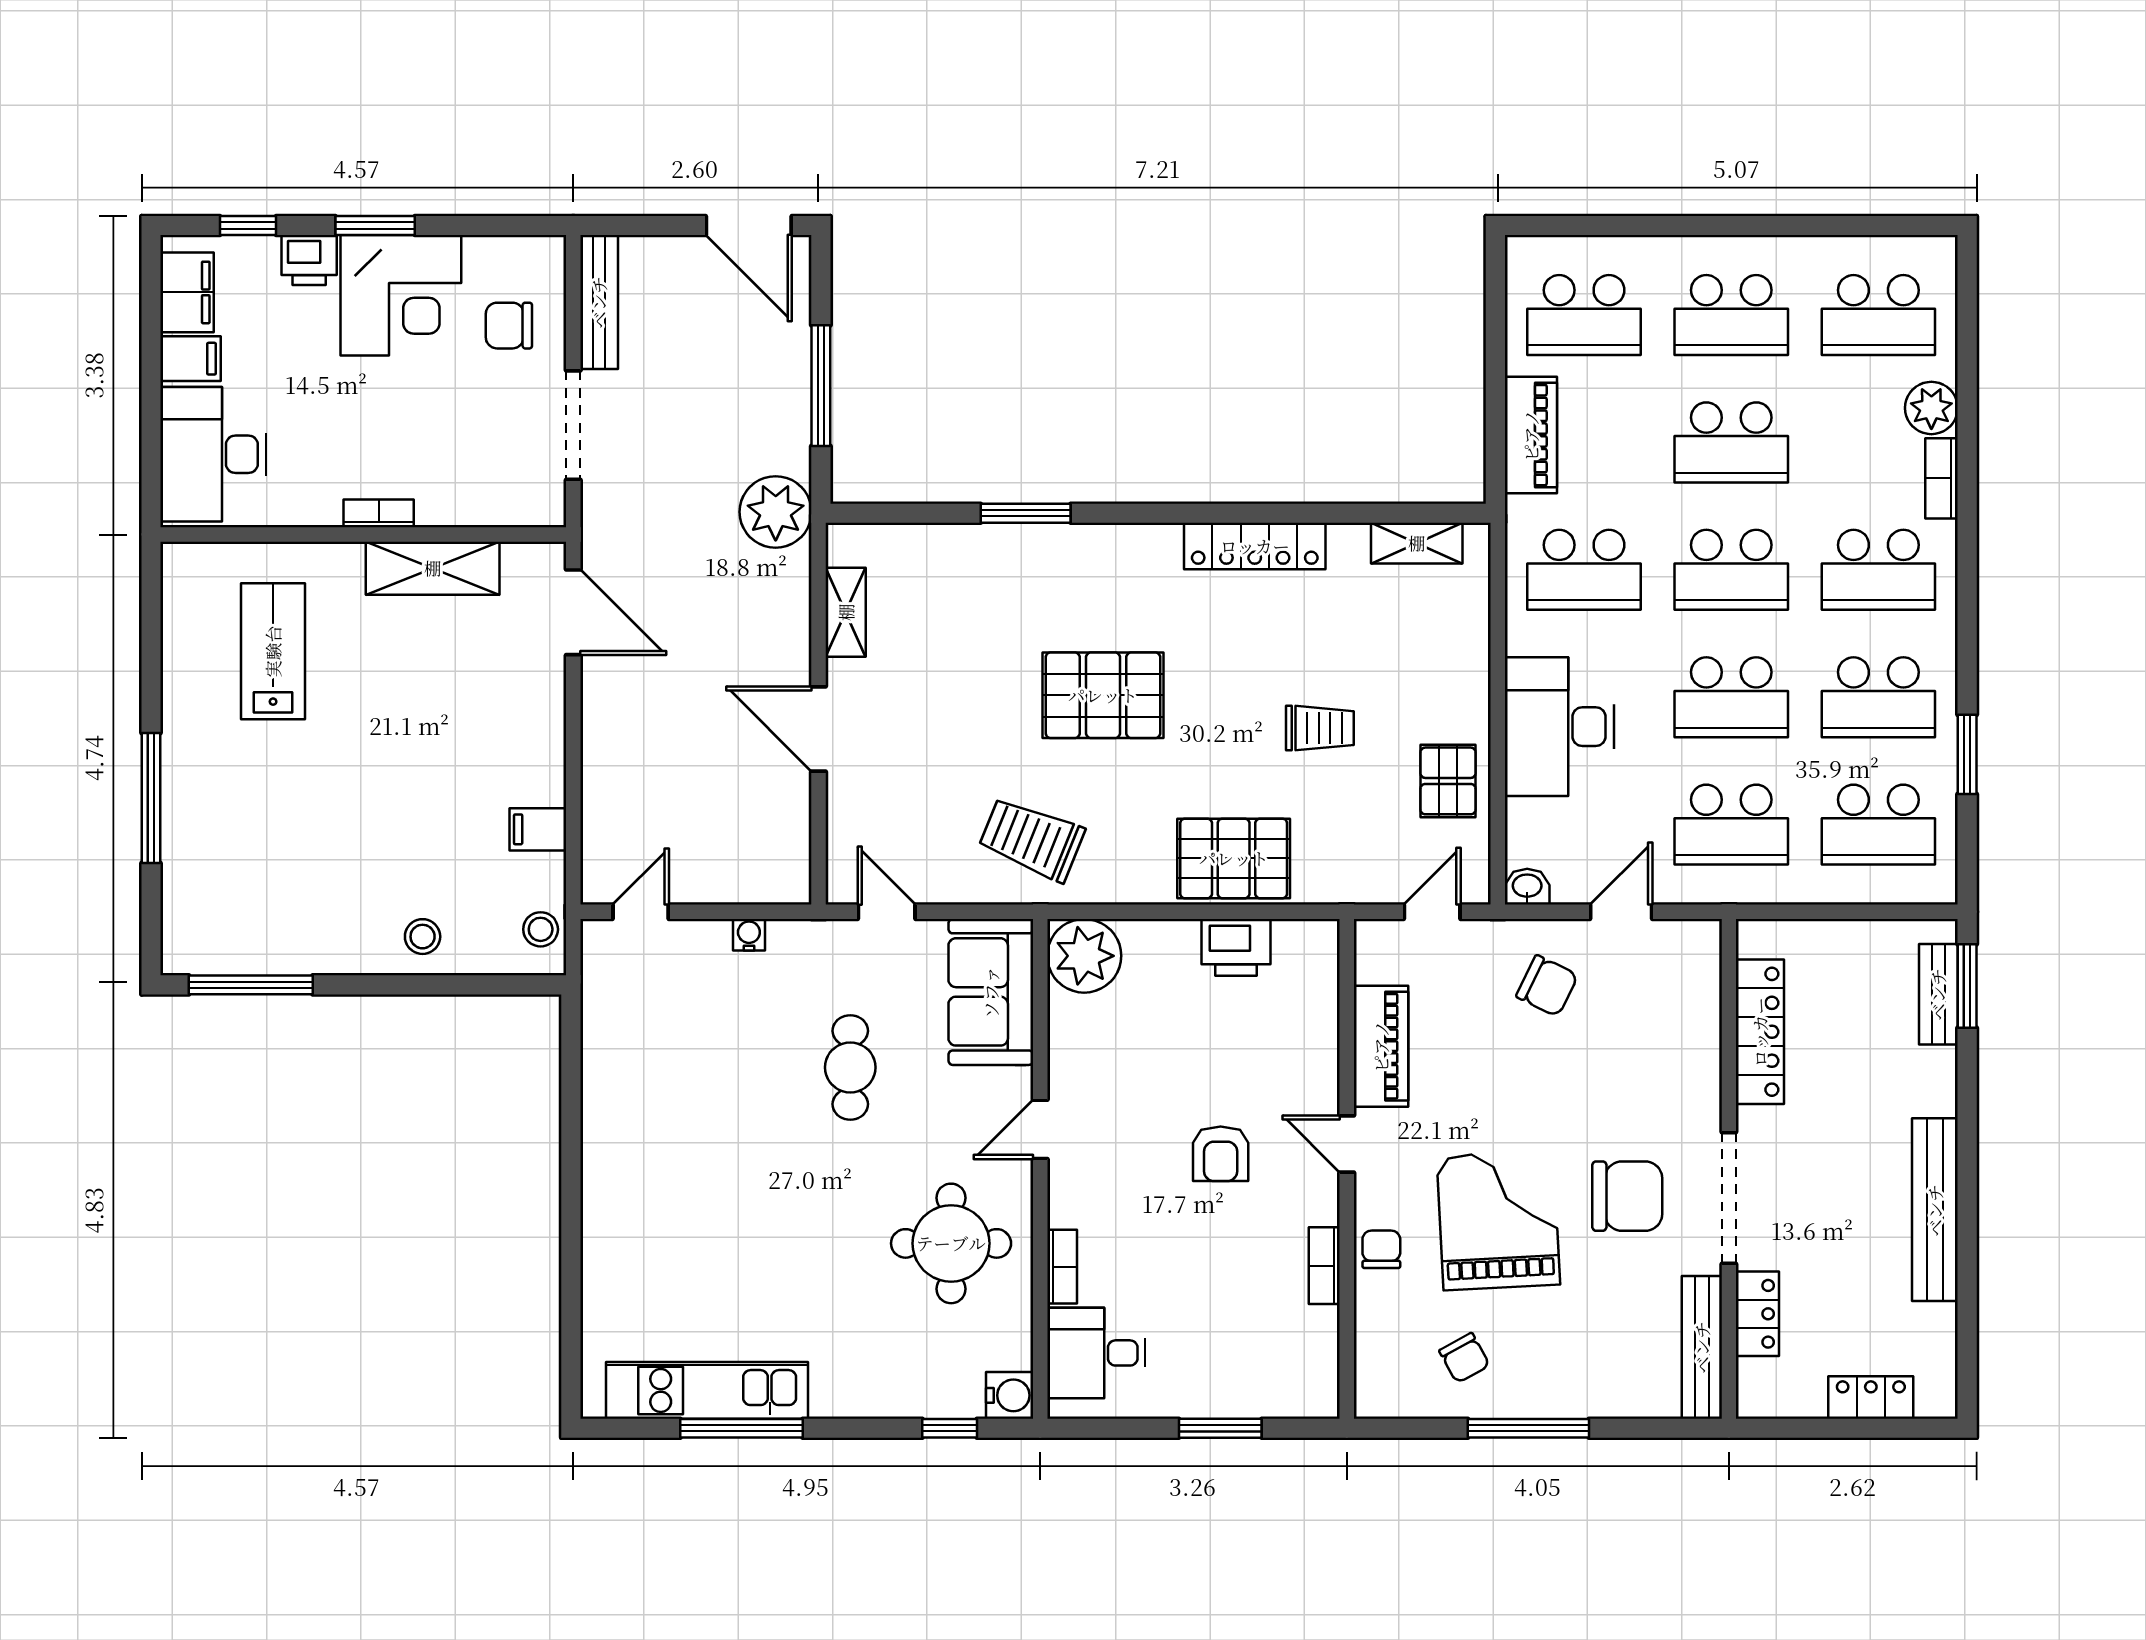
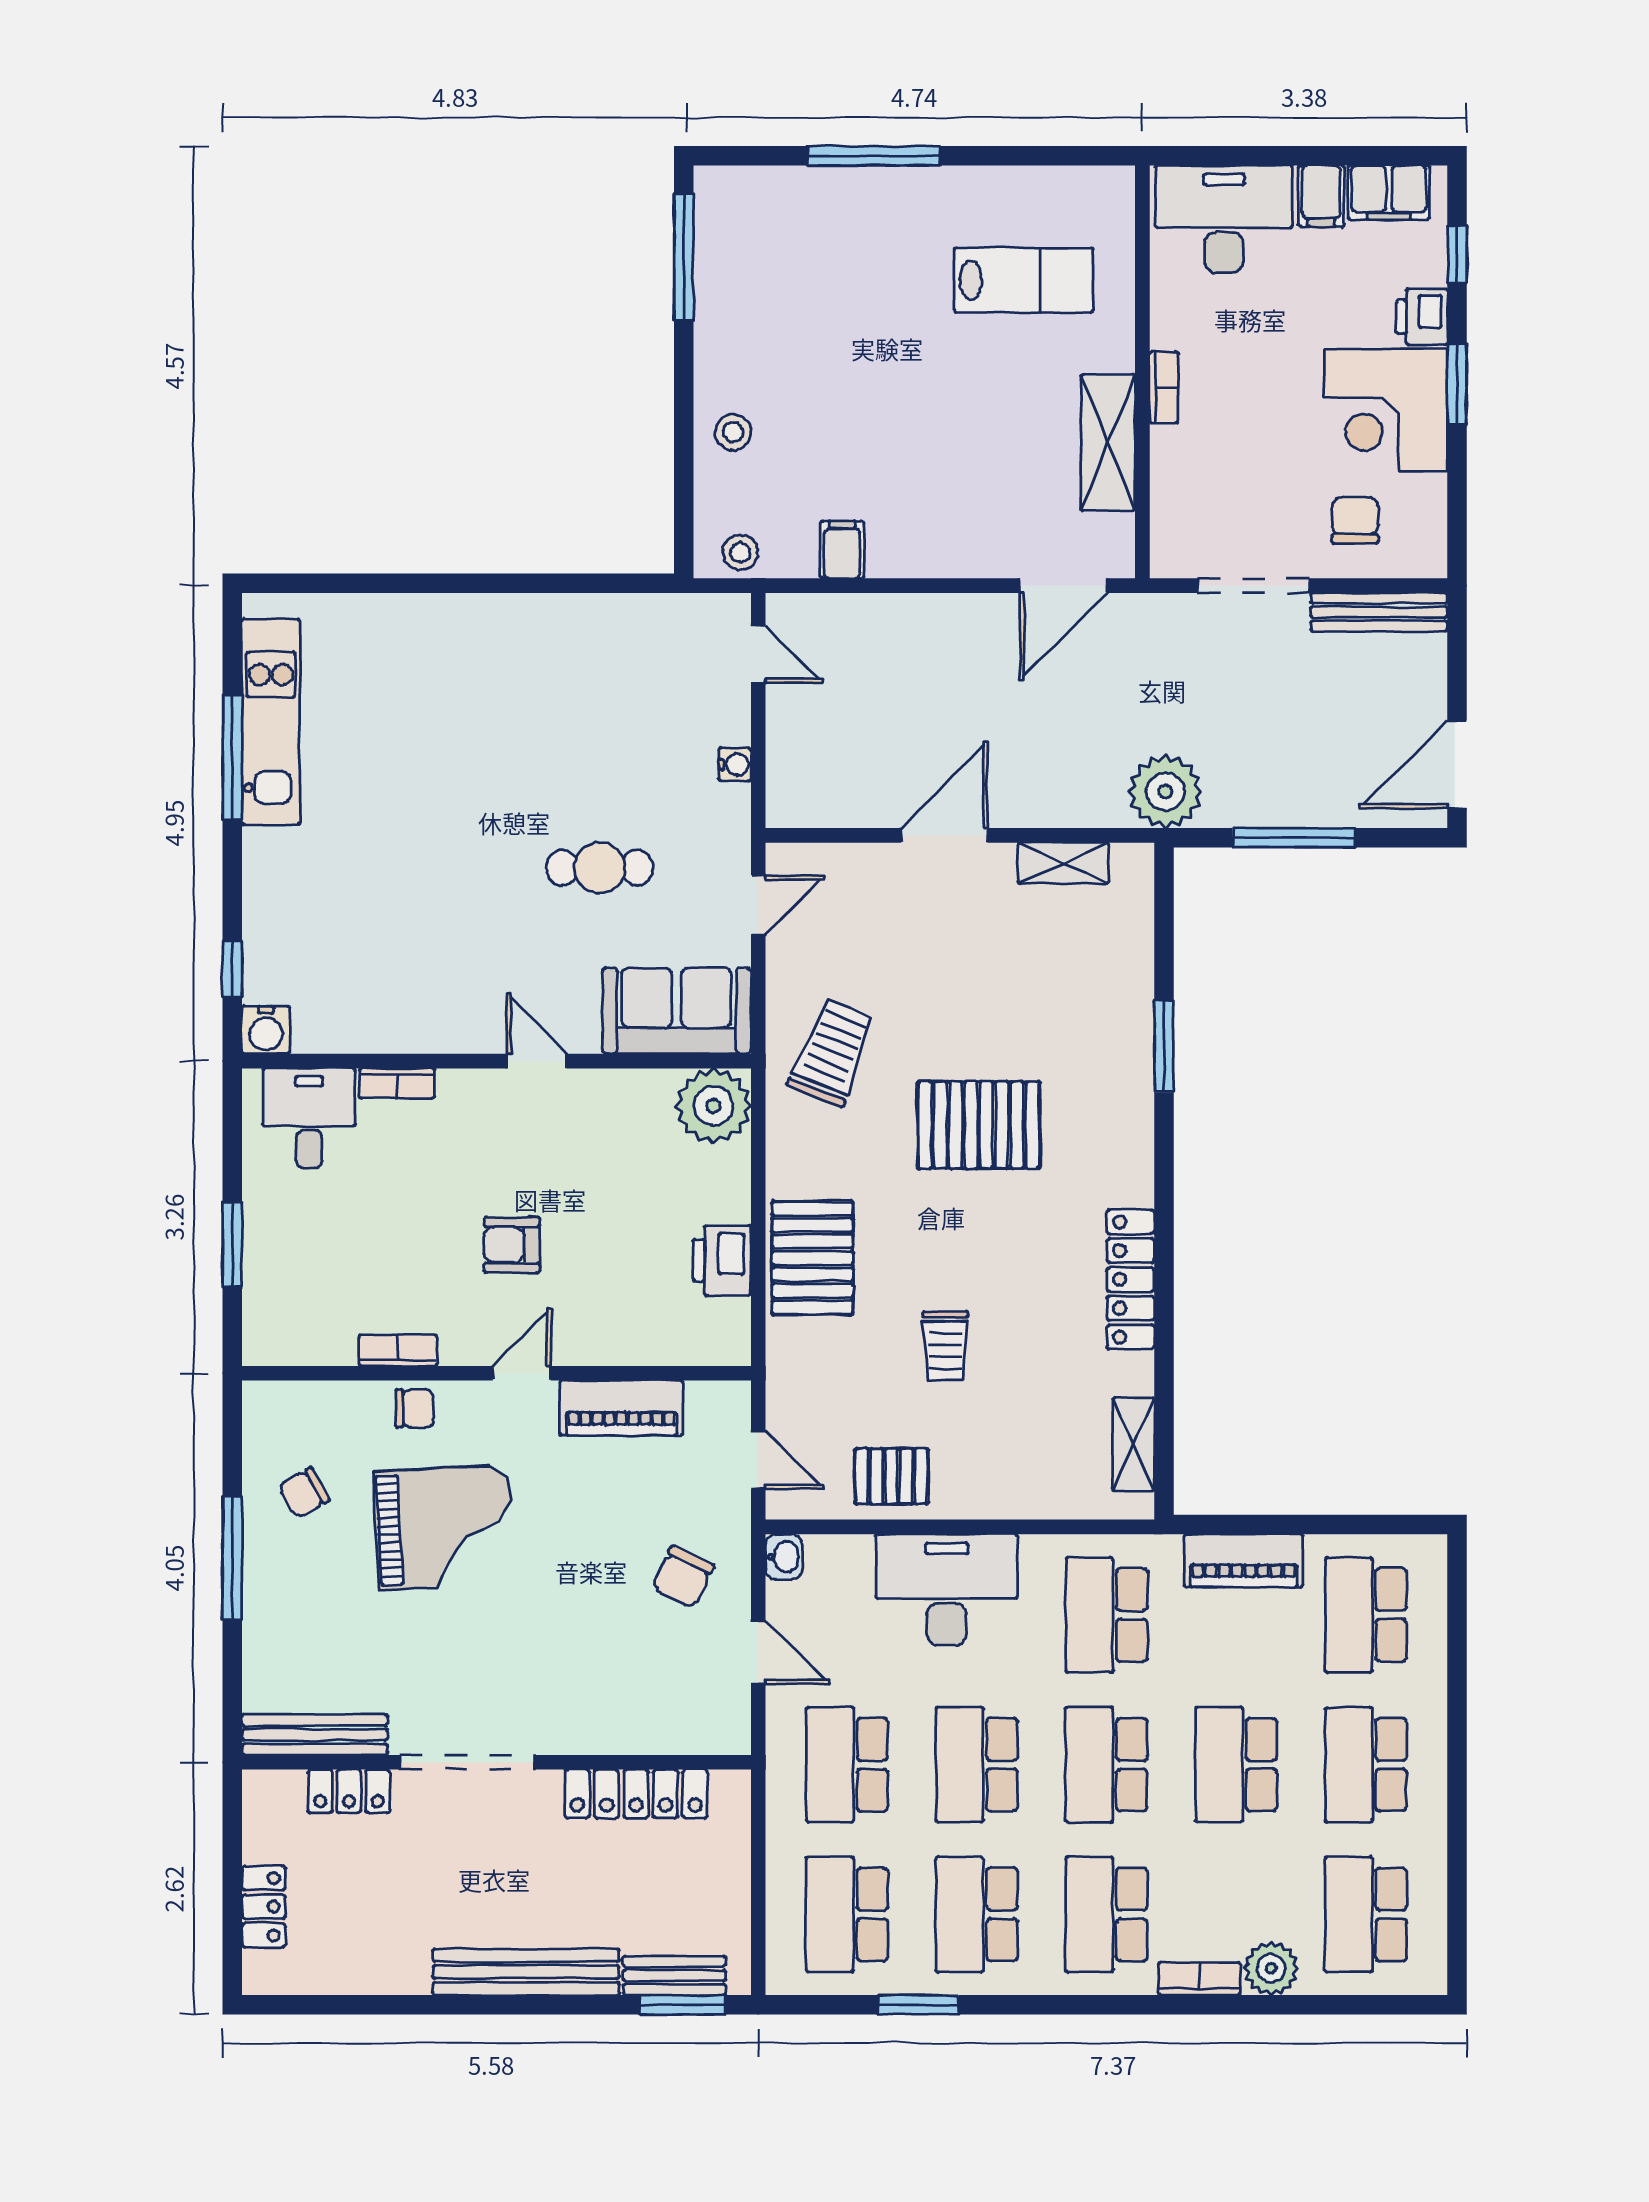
pallet: (1103, 695) -> (979, 1125), turned 90
chair: (1627, 1196) -> (469, 1659), removed
bench: (1935, 1210) -> (526, 1972), moved
round table: (951, 1243) -> (421, 970), removed

